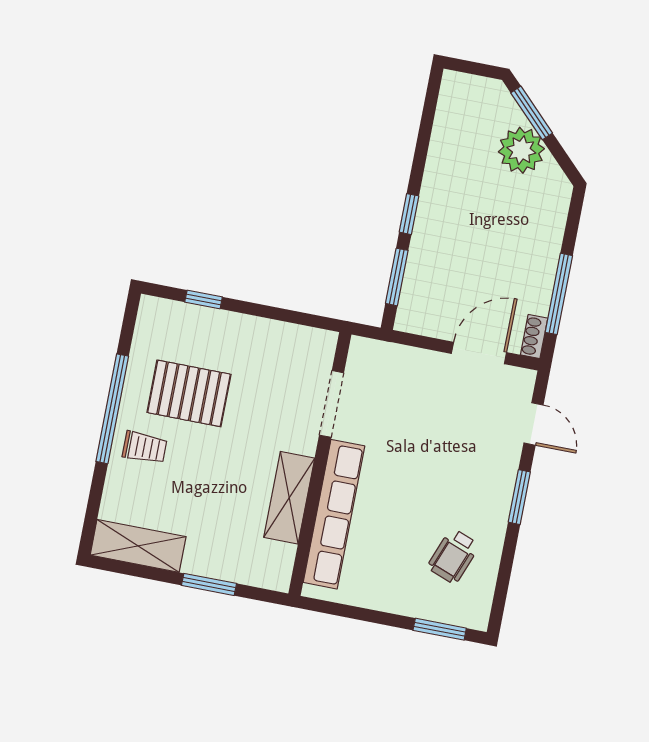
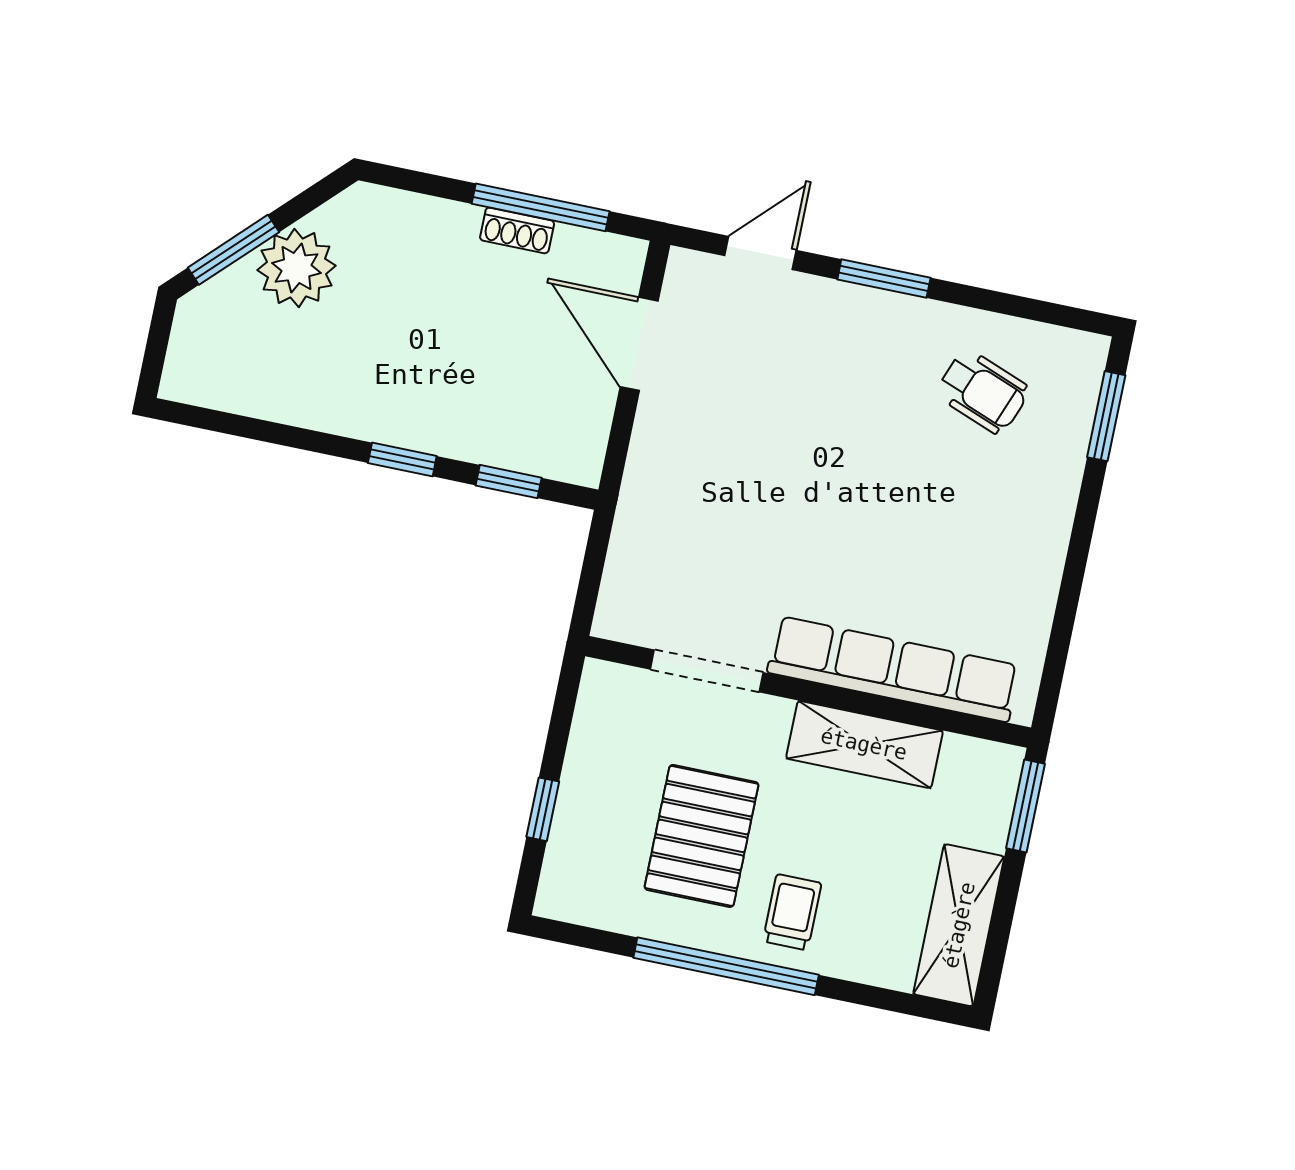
window: (397, 277) -> (509, 482), width x0.67
shoe rack: (534, 337) -> (517, 230), moved
doorway: (332, 404) -> (707, 671), moved
wall: (320, 464) -> (808, 692), moved
shelving: (289, 498) -> (864, 744), moved
row of seats: (334, 514) -> (893, 669), moved

